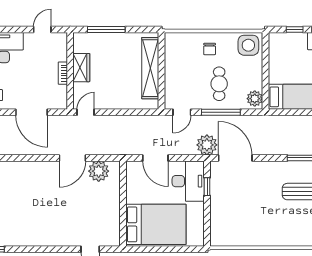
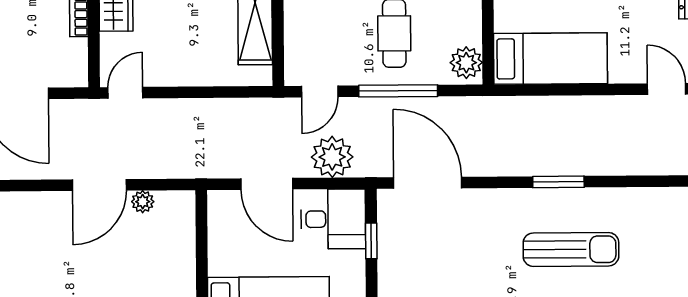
plant: (207, 145) -> (332, 157), moved
plant: (99, 171) -> (143, 202), width x0.53, depth x0.53
desk: (188, 181) -> (333, 219), width x0.73

